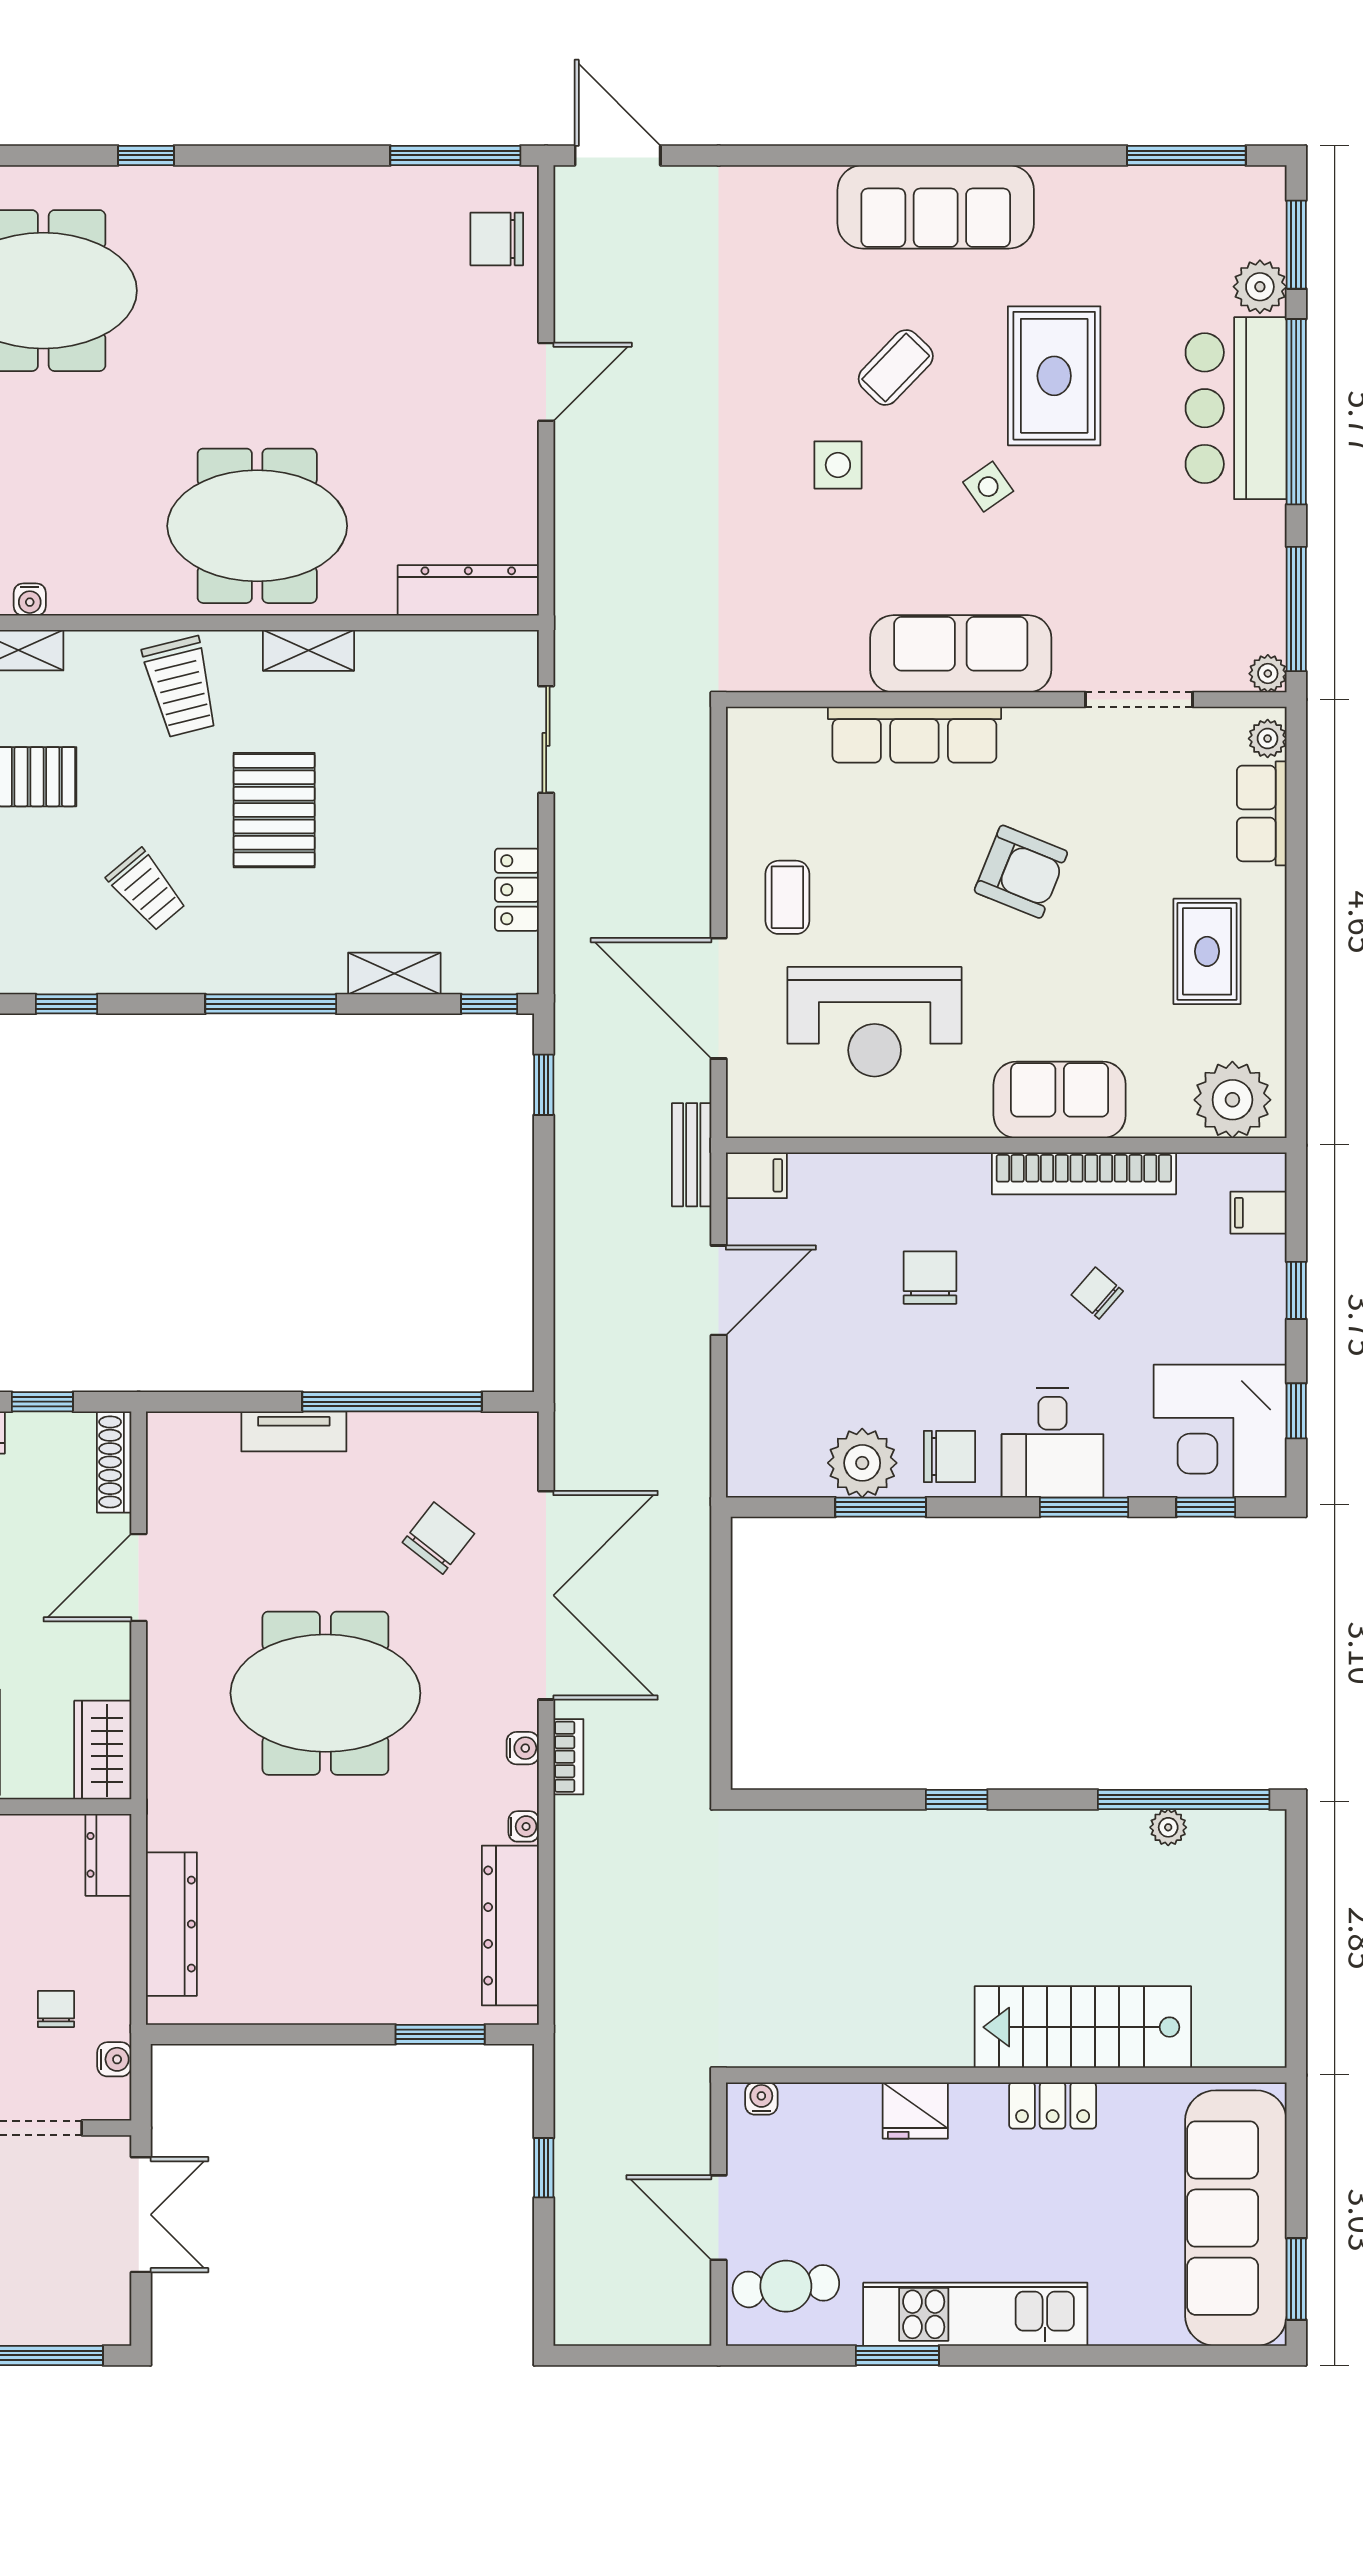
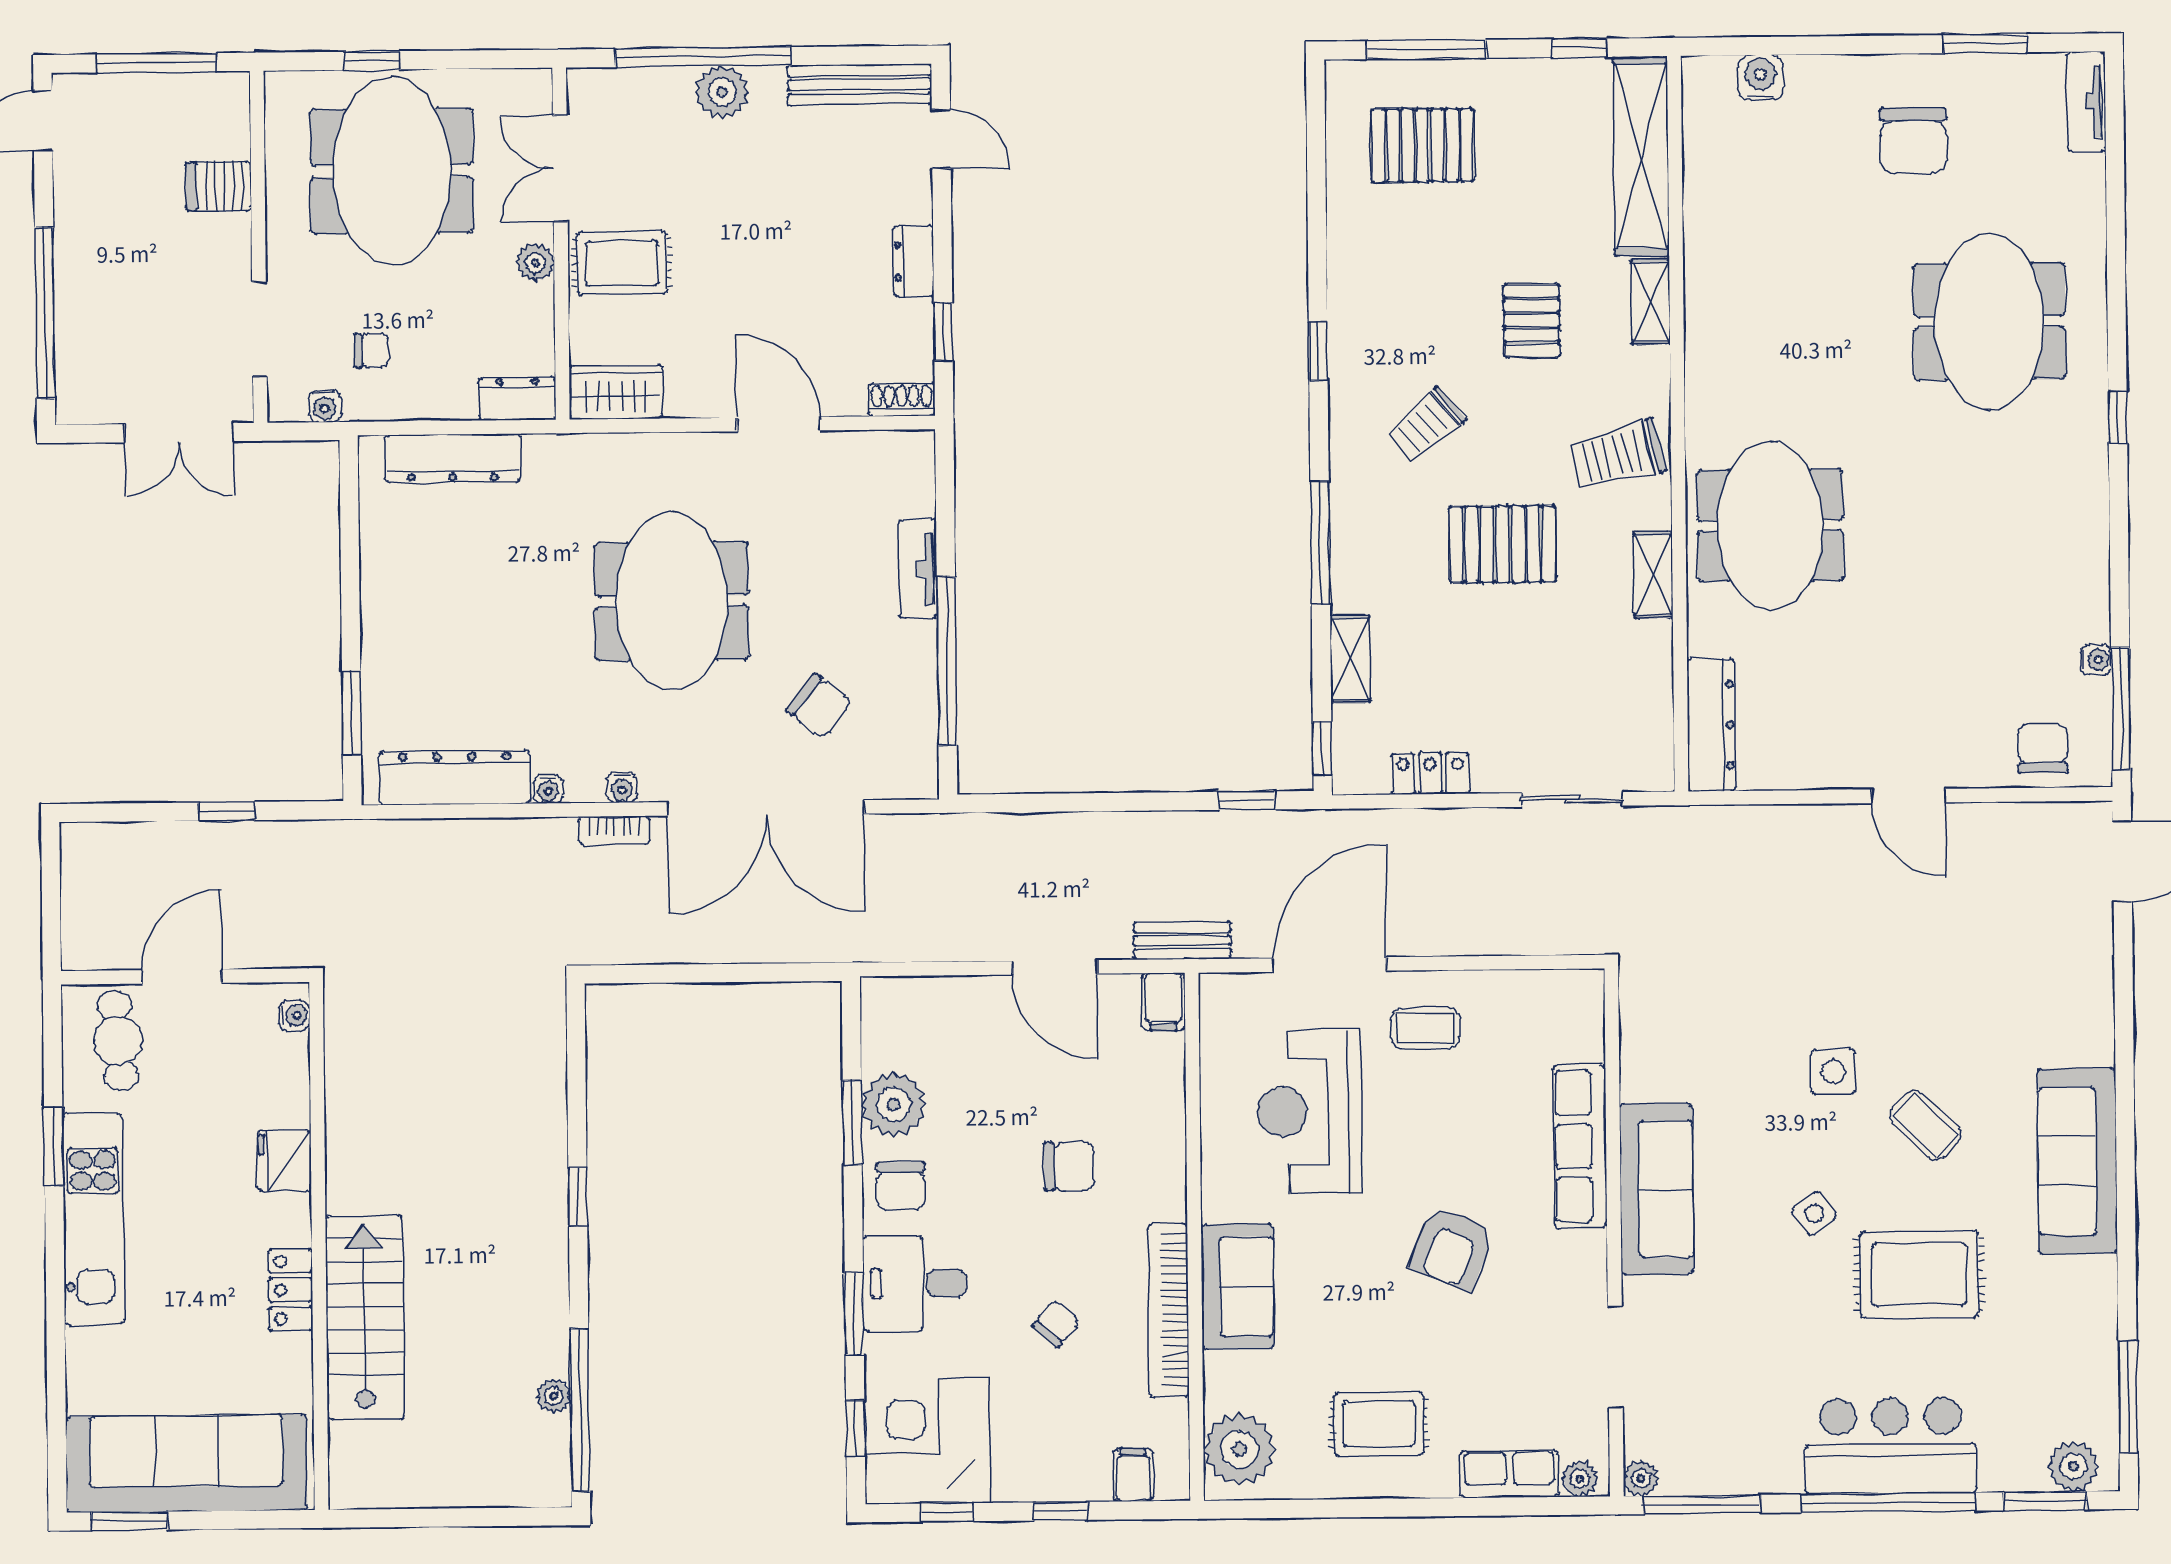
plant: (1260, 287) -> (2073, 1466), moved
water cooler: (30, 600) -> (2096, 660), moved, turned 180
shoe rack: (114, 1462) -> (902, 400), width x0.70

